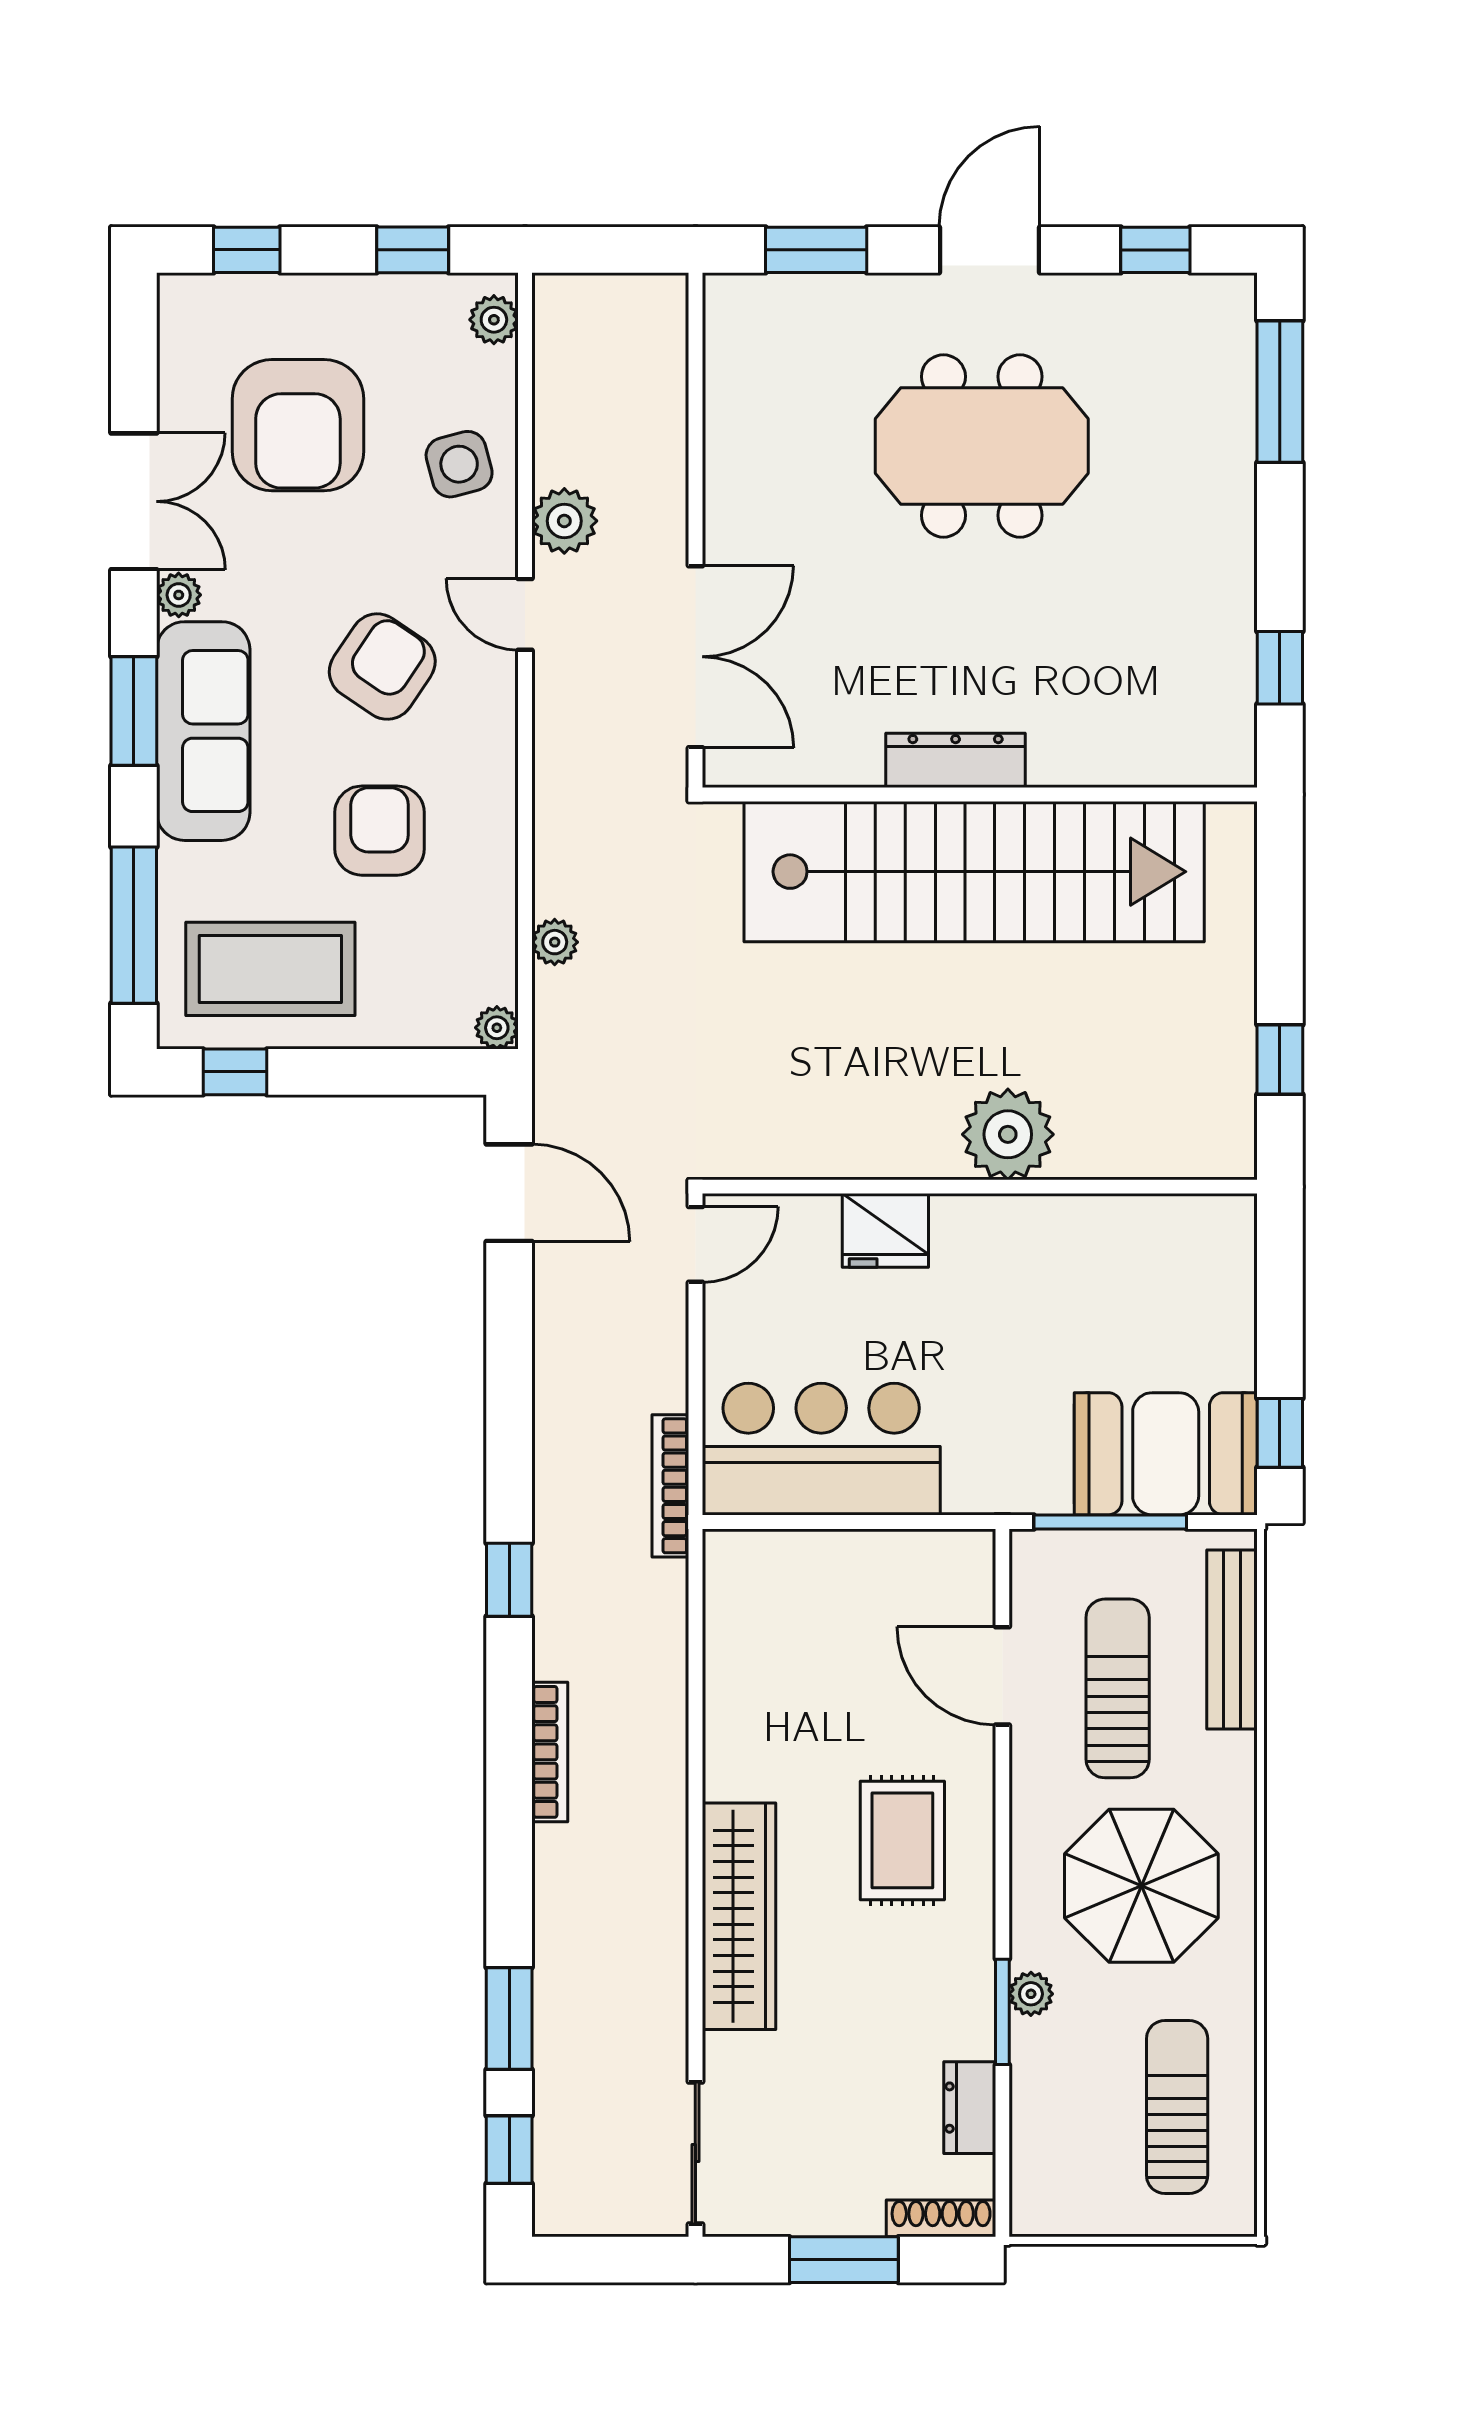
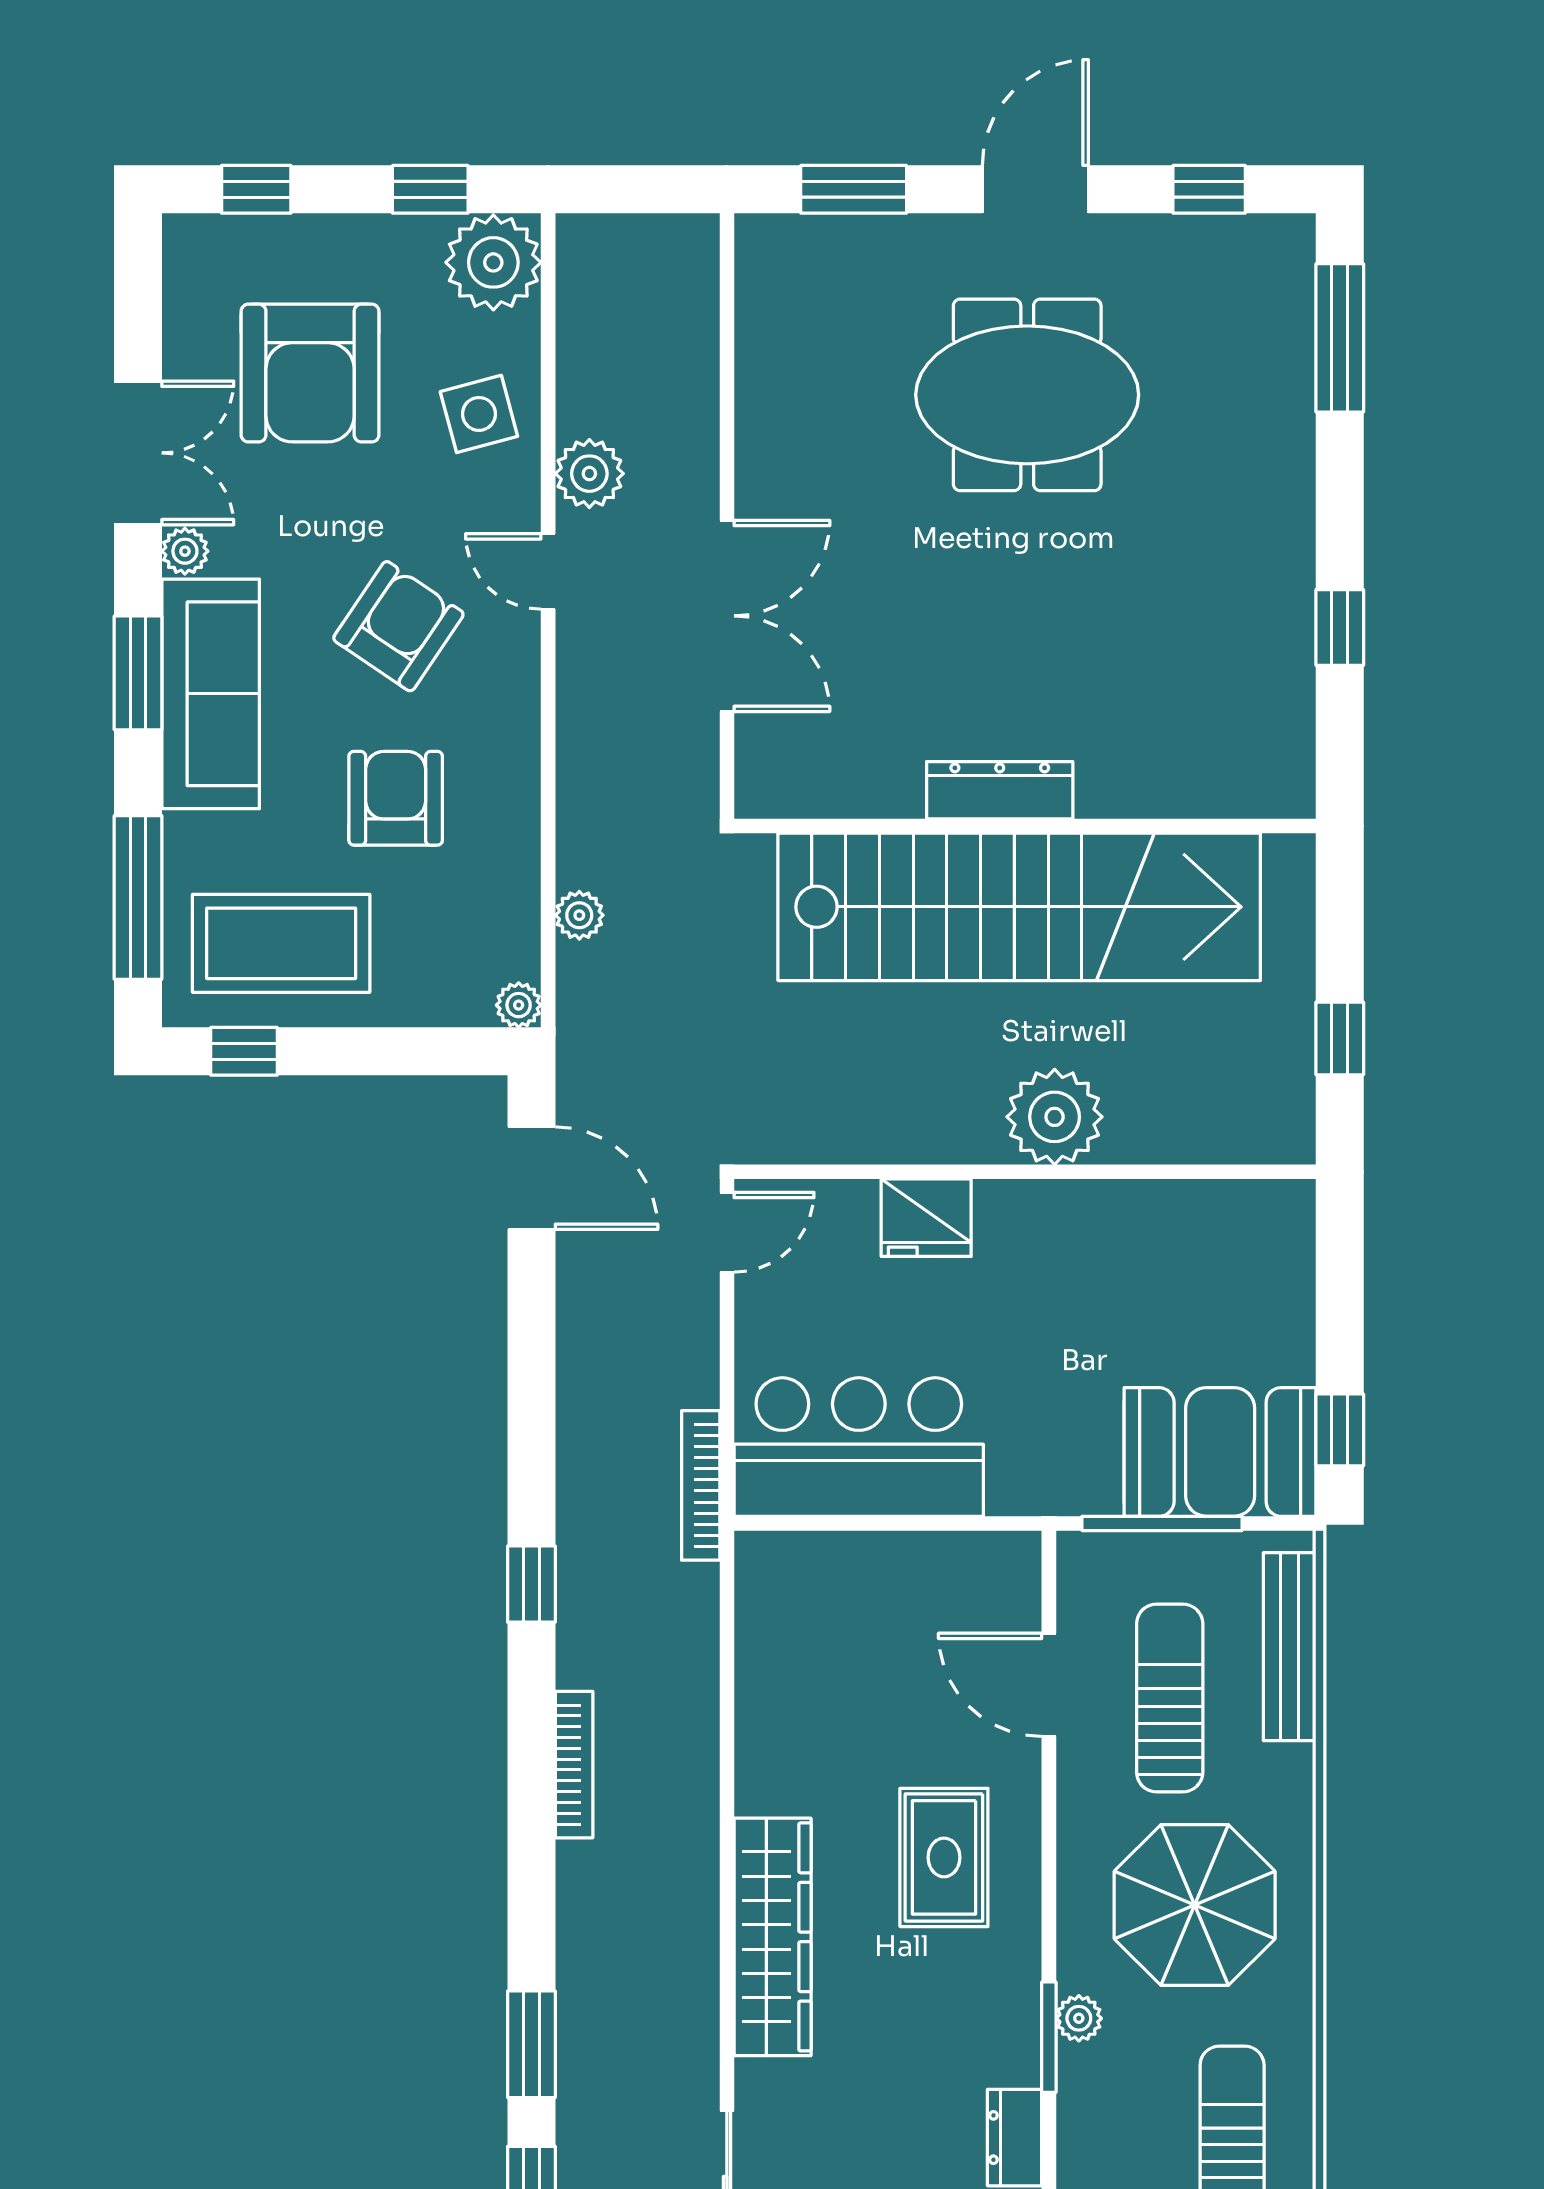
plant: (494, 320) -> (493, 262), width x1.87, depth x1.87
dresser: (956, 760) -> (1000, 790), moved
wall: (980, 794) -> (1025, 826), moved
stairs: (974, 872) -> (1019, 907), moved

